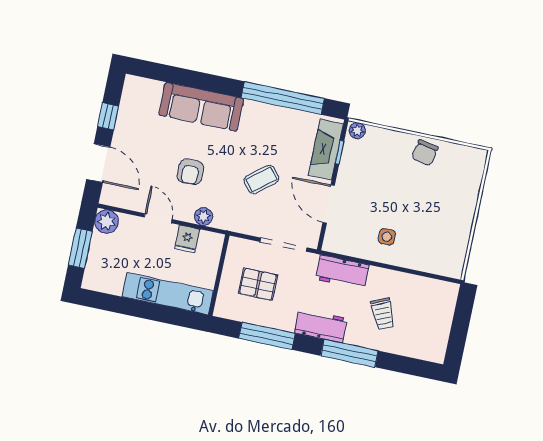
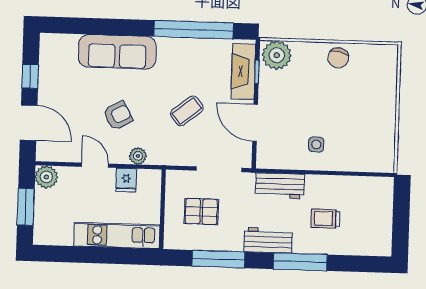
plant: (357, 131) -> (277, 55), width x1.87, depth x1.87
armchair: (190, 172) -> (118, 115), turned -118
trolley: (383, 314) -> (325, 219), turned 114

